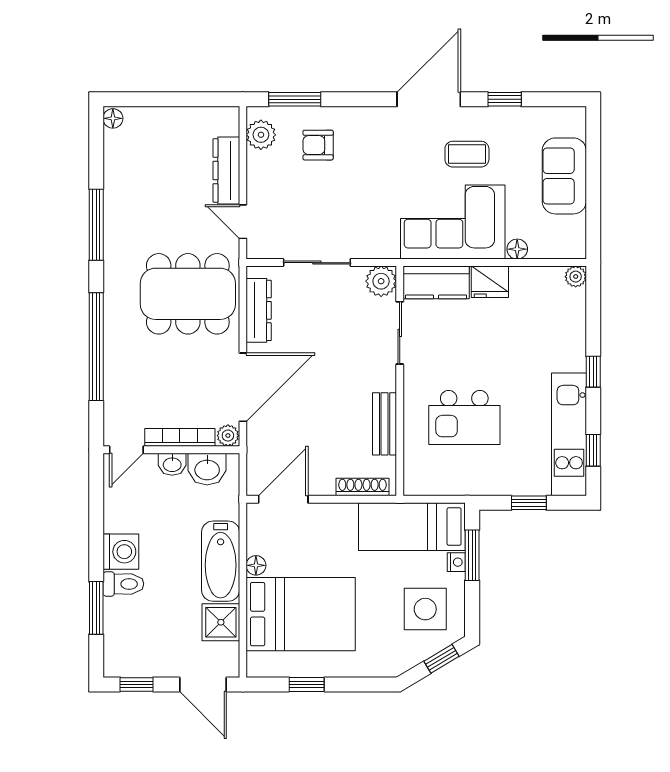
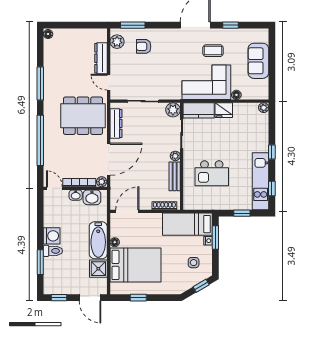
plant: (386, 380) -> (175, 156), added
door: (126, 450) -> (54, 188), swing flipped
side table: (425, 609) -> (194, 263), width x0.54, depth x0.54

